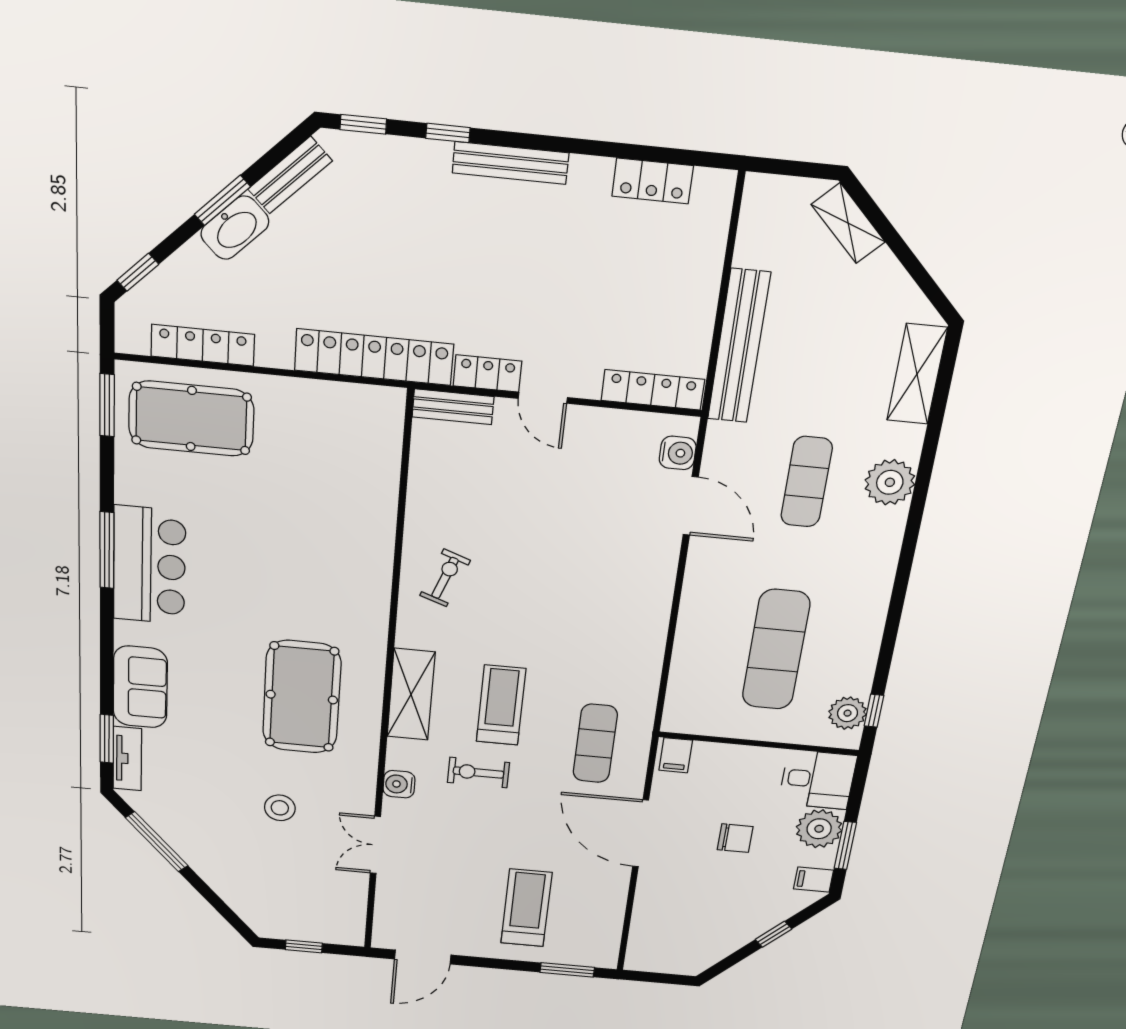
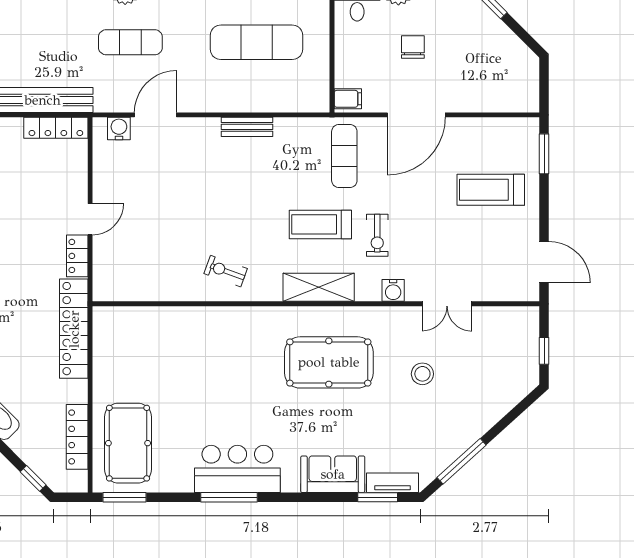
locker: (653, 390) -> (56, 128), moved, turned -90
bench: (453, 407) -> (247, 127), moved, turned 90
exercise mat: (595, 743) -> (344, 156), turned 90

